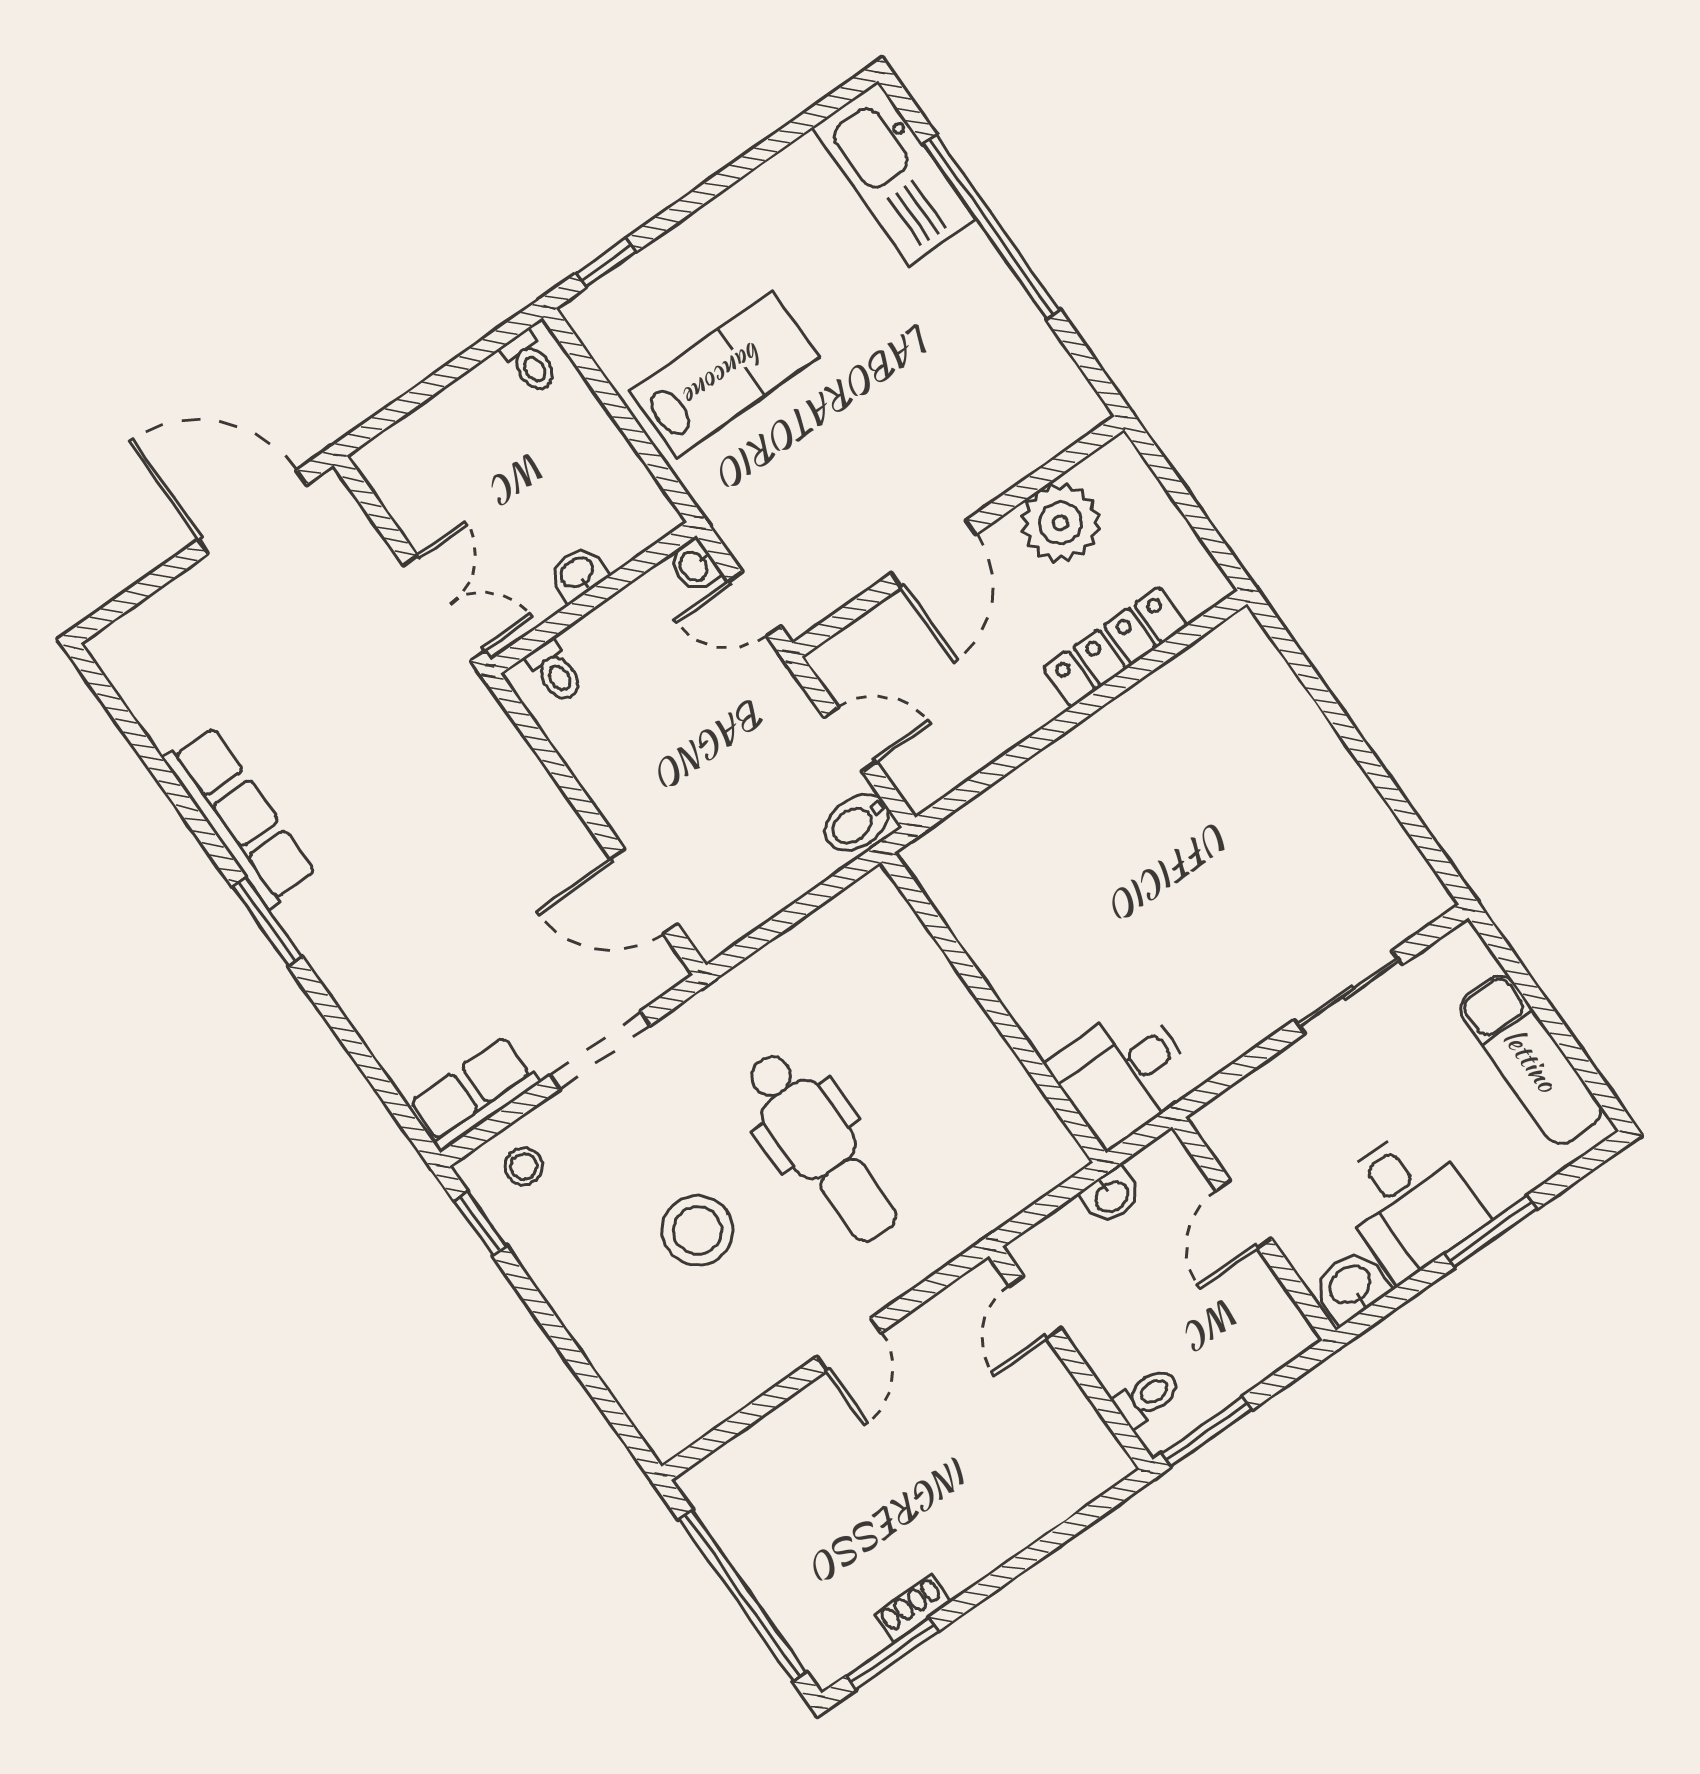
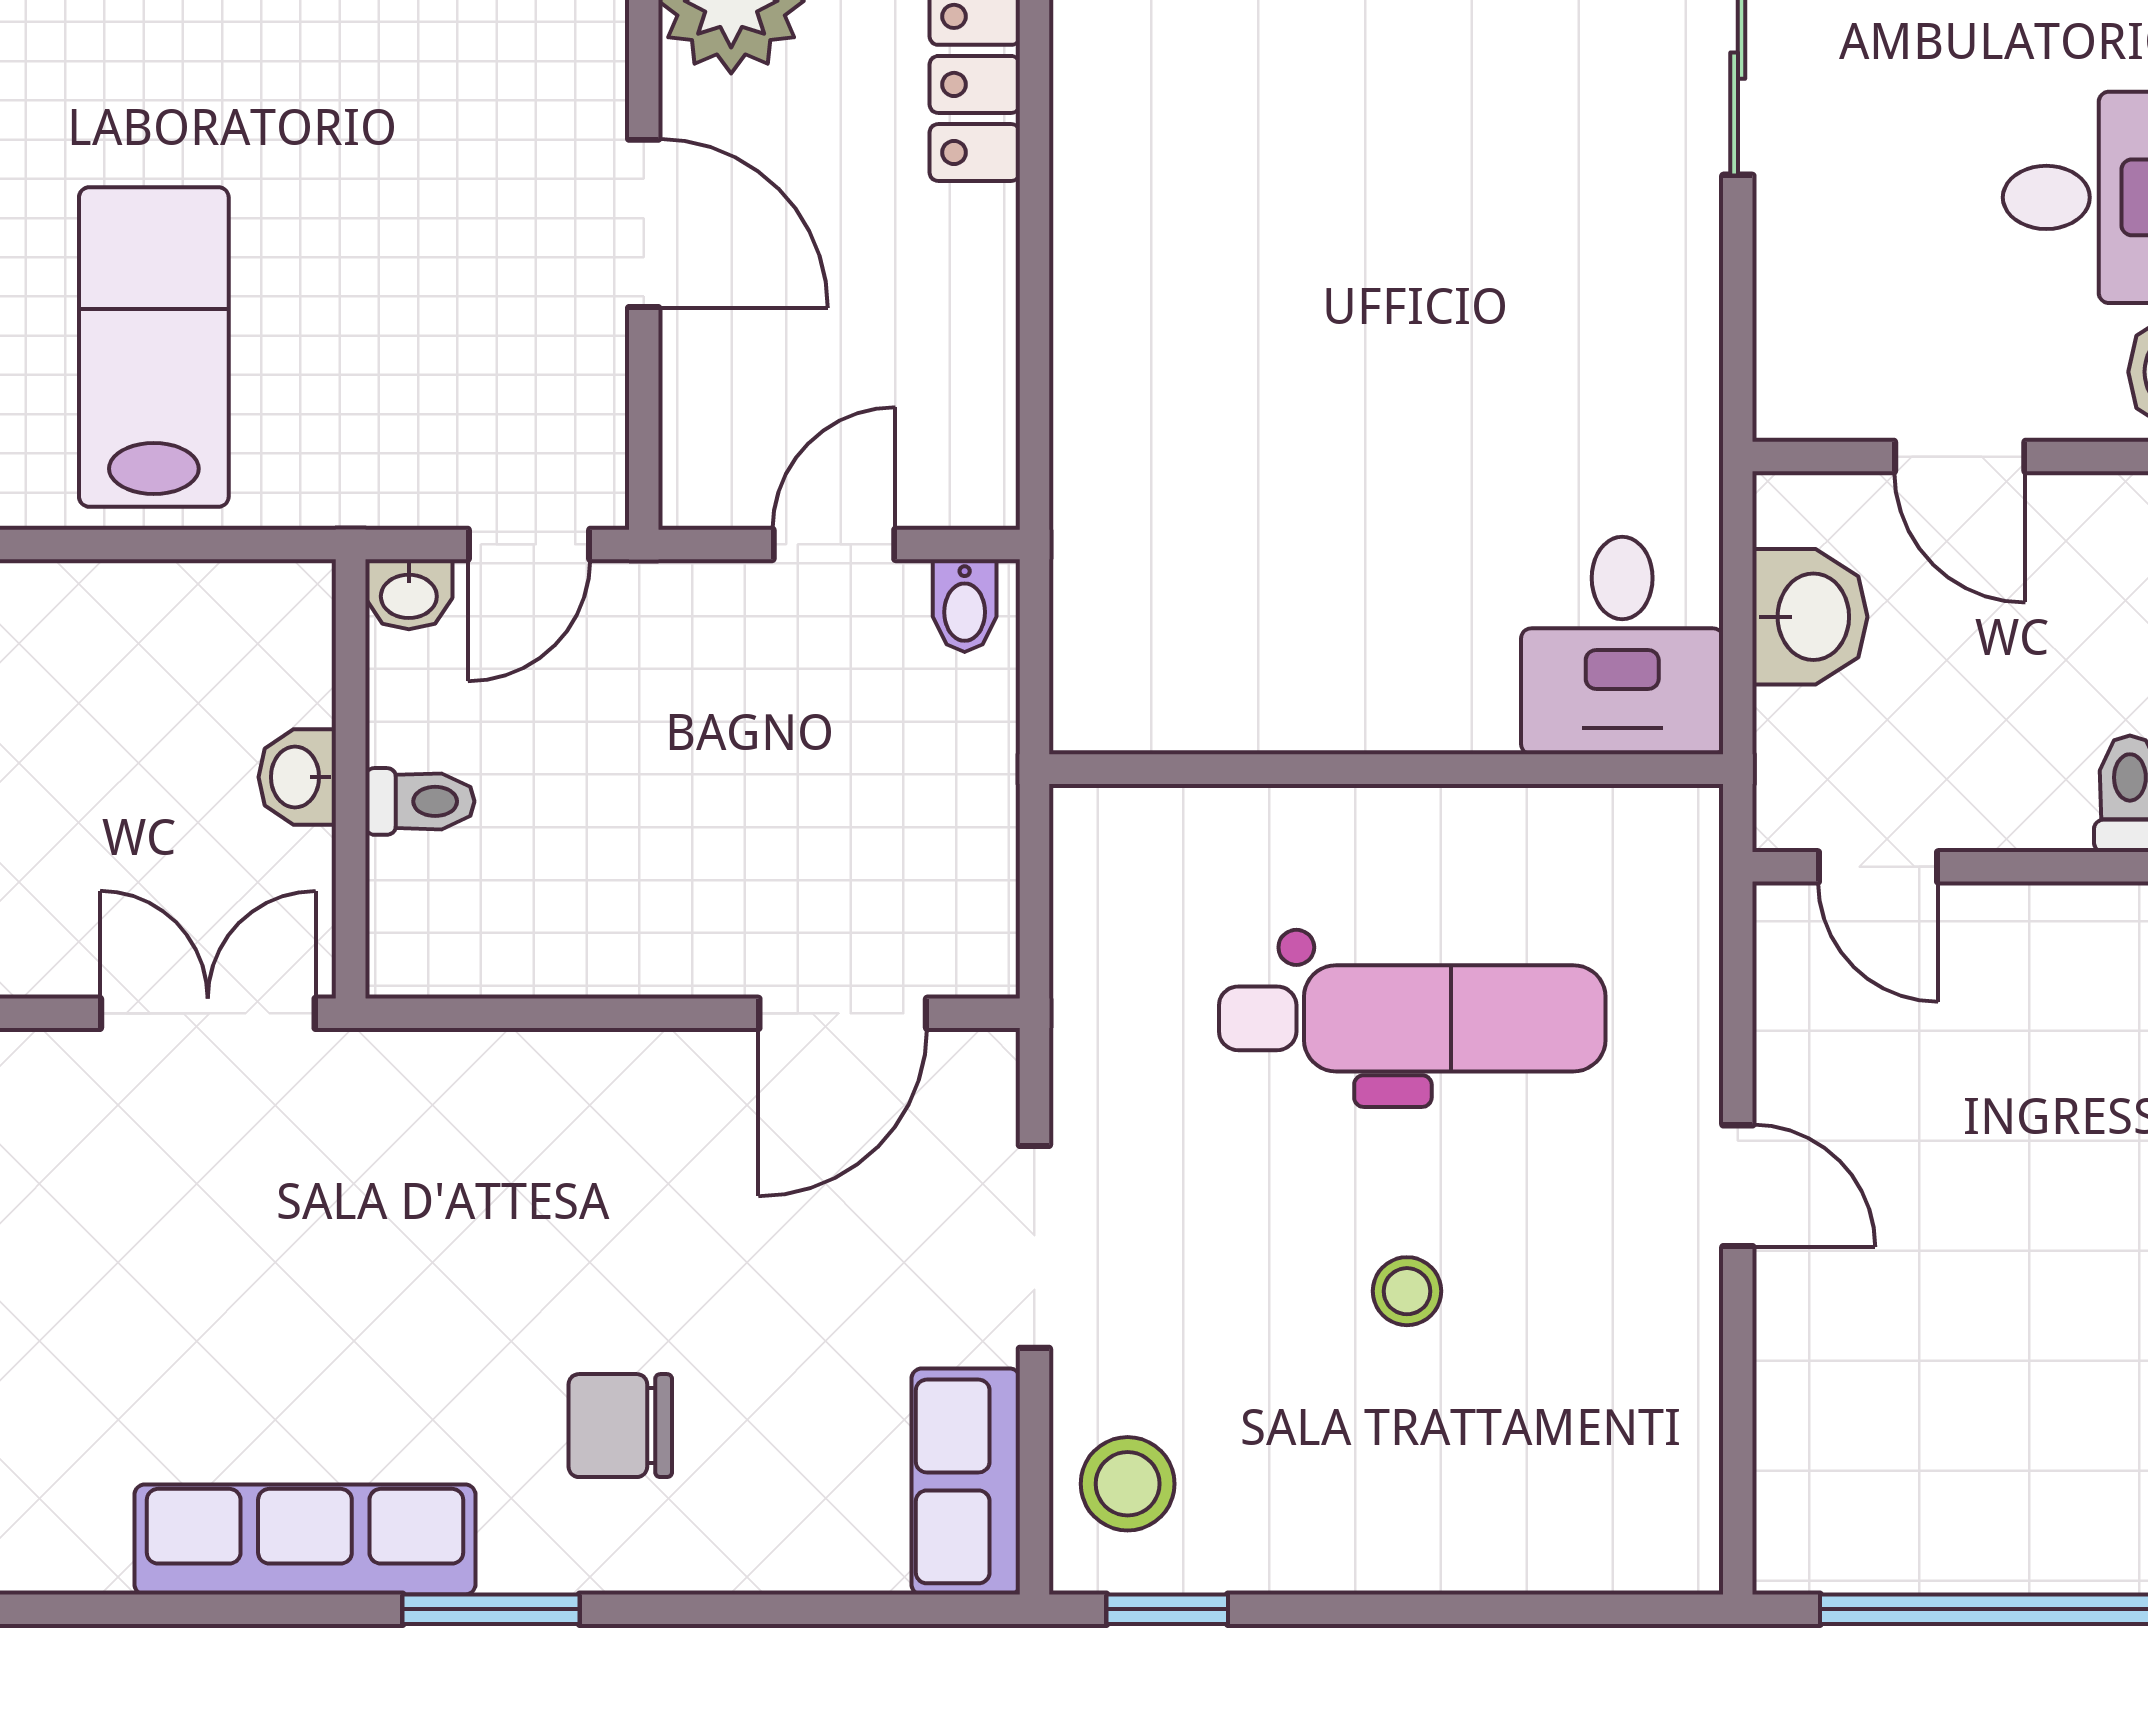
toilet: (555, 671) -> (420, 801), moved
bidet: (857, 823) -> (965, 606), width x0.72, depth x0.74
chair: (390, 922) -> (620, 1426), added
wall: (994, 1008) -> (1386, 769), moved
desk: (1123, 1074) -> (1622, 646), moved
stool: (524, 1166) -> (1128, 1484), width x1.37, depth x1.37
washbasin: (1111, 1196) -> (1810, 617), width x1.38, depth x1.45
stool: (698, 1230) -> (1407, 1291), width x0.53, depth x0.53

